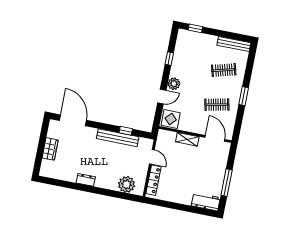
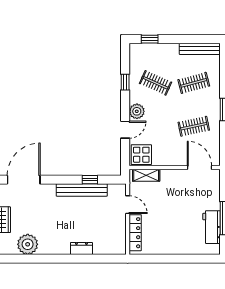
clothes rail: (193, 64) -> (156, 83), added
door: (73, 120) -> (24, 180), hinge flipped
shelving: (187, 139) -> (146, 175), moved
dresser: (86, 180) -> (81, 248), moved
plant: (127, 184) -> (28, 244), moved
workbench: (206, 202) -> (212, 227), moved, turned -90

